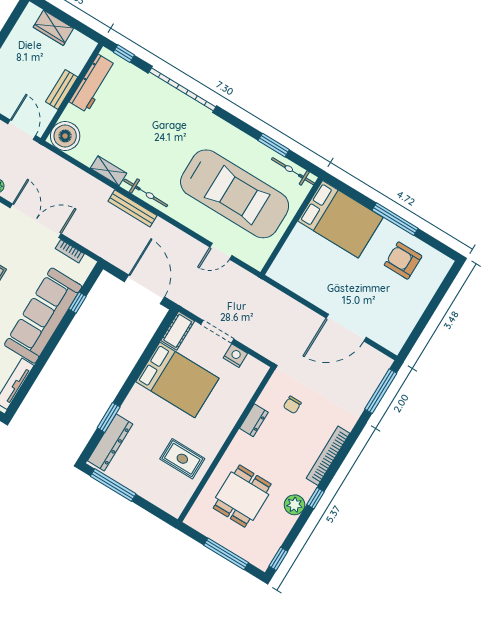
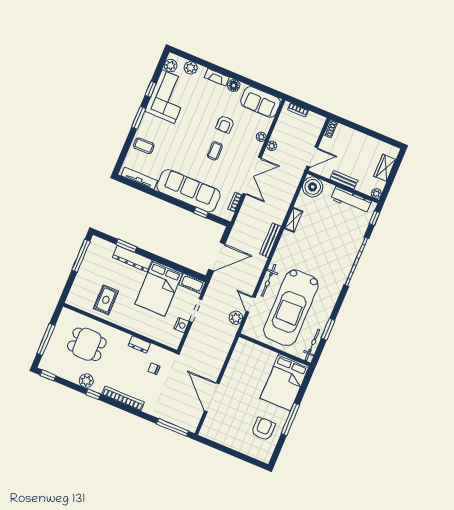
plant: (89, 46) -> (376, 194), added
bicycle: (146, 193) -> (269, 280), moved
plant: (237, 275) -> (236, 318), added
dresser: (110, 442) -> (132, 259), moved

